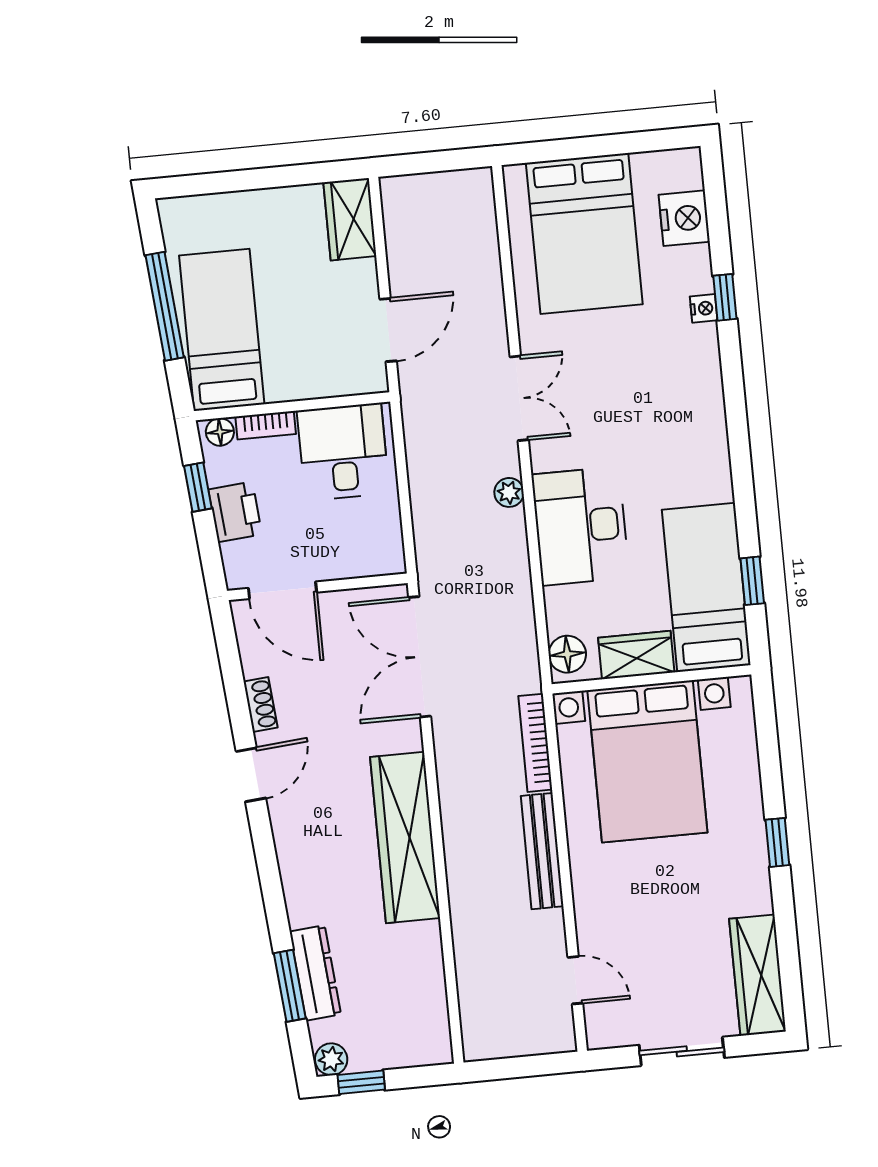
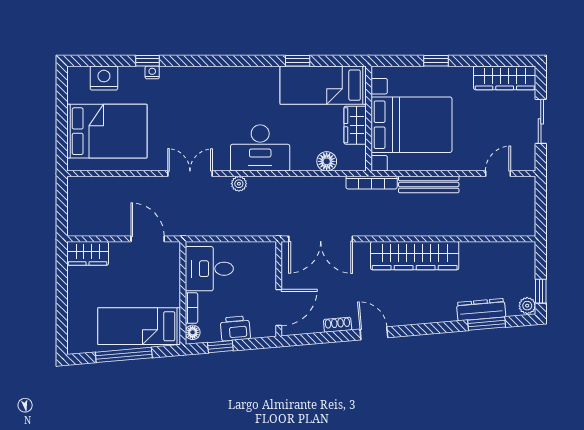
bed: (706, 587) -> (323, 85), moved
wardrobe: (636, 655) -> (355, 125), moved
wall: (651, 679) -> (369, 118), moved
bed with nightstands: (647, 761) -> (411, 125), moved

